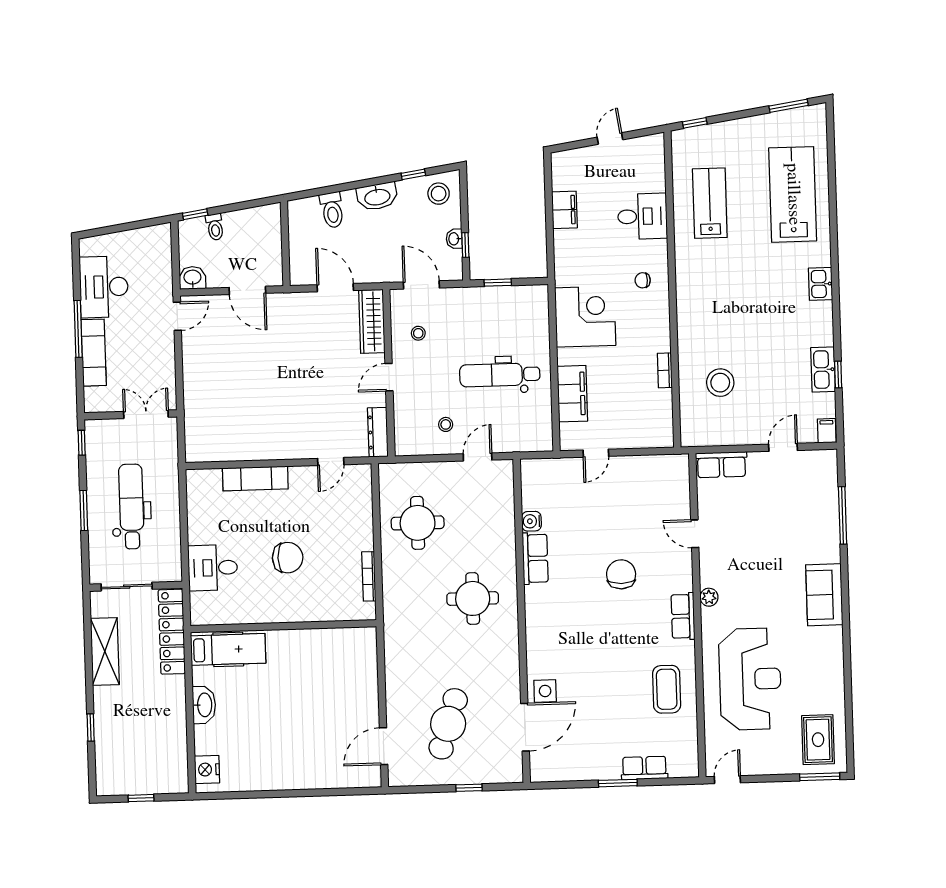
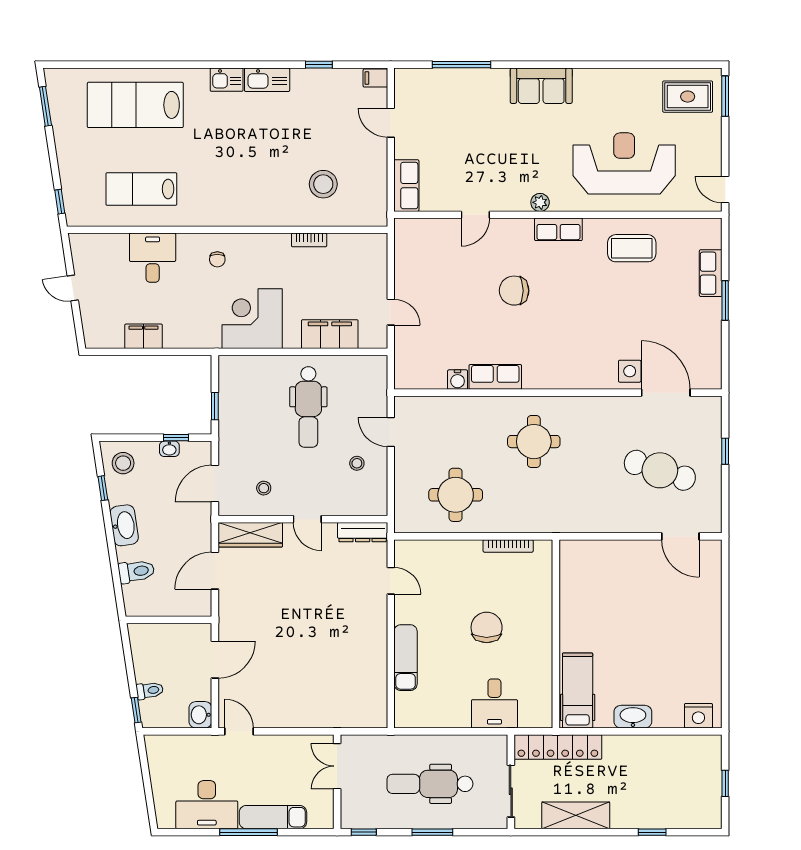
kitchen sink: (823, 369) -> (267, 80), moved

